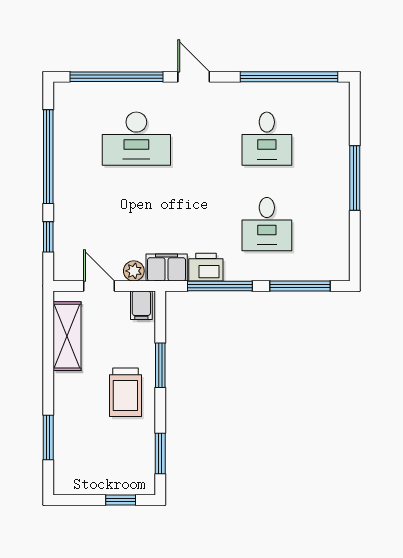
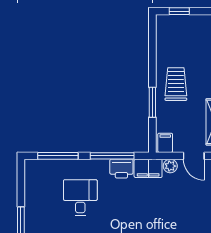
window: (160, 453) -> (152, 43), removed

